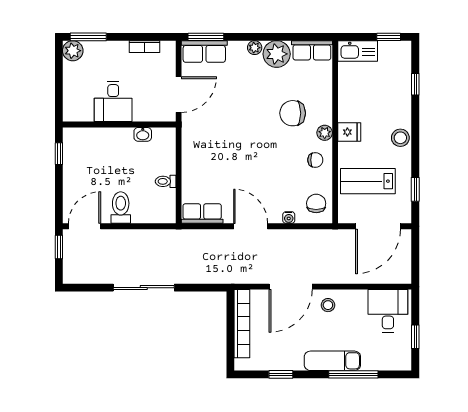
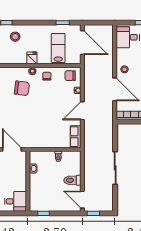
desk: (113, 101) -> (16, 201), moved
chair: (293, 113) -> (22, 88), turned -83
stool: (400, 138) -> (15, 37), moved
lab bench: (368, 181) -> (58, 48), turned 180

